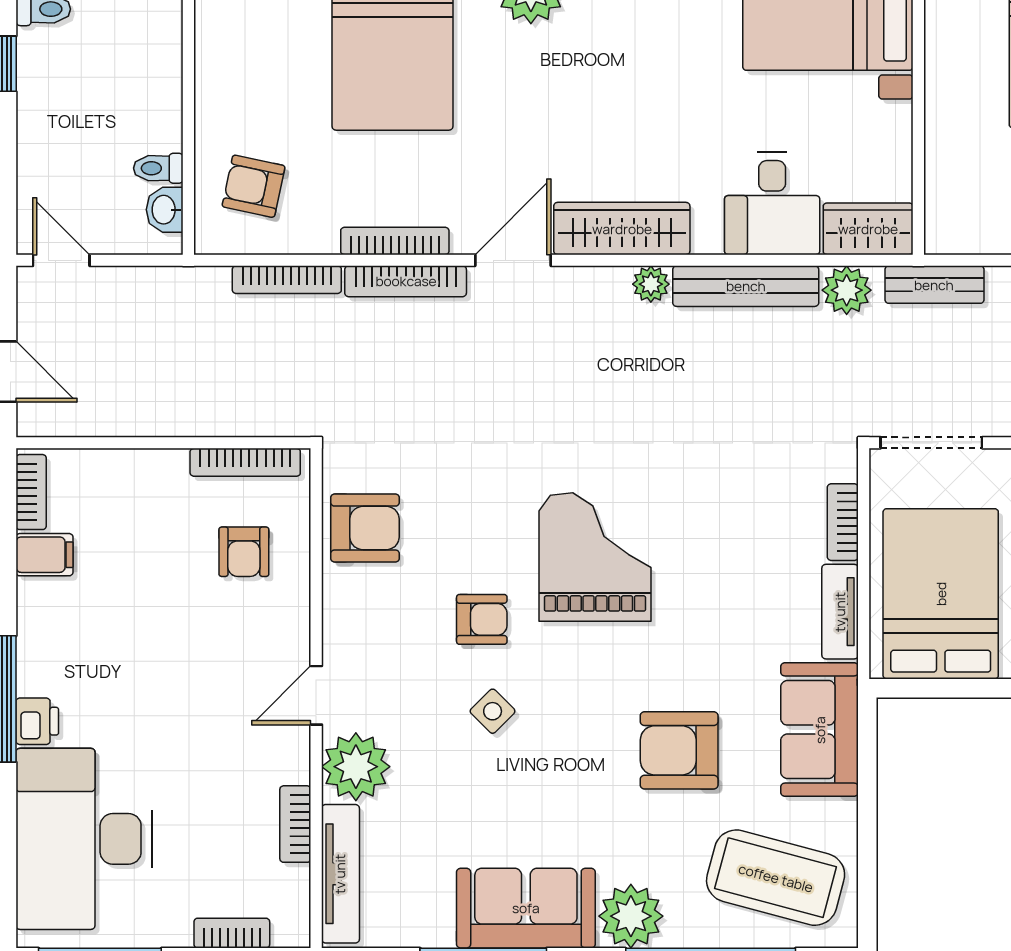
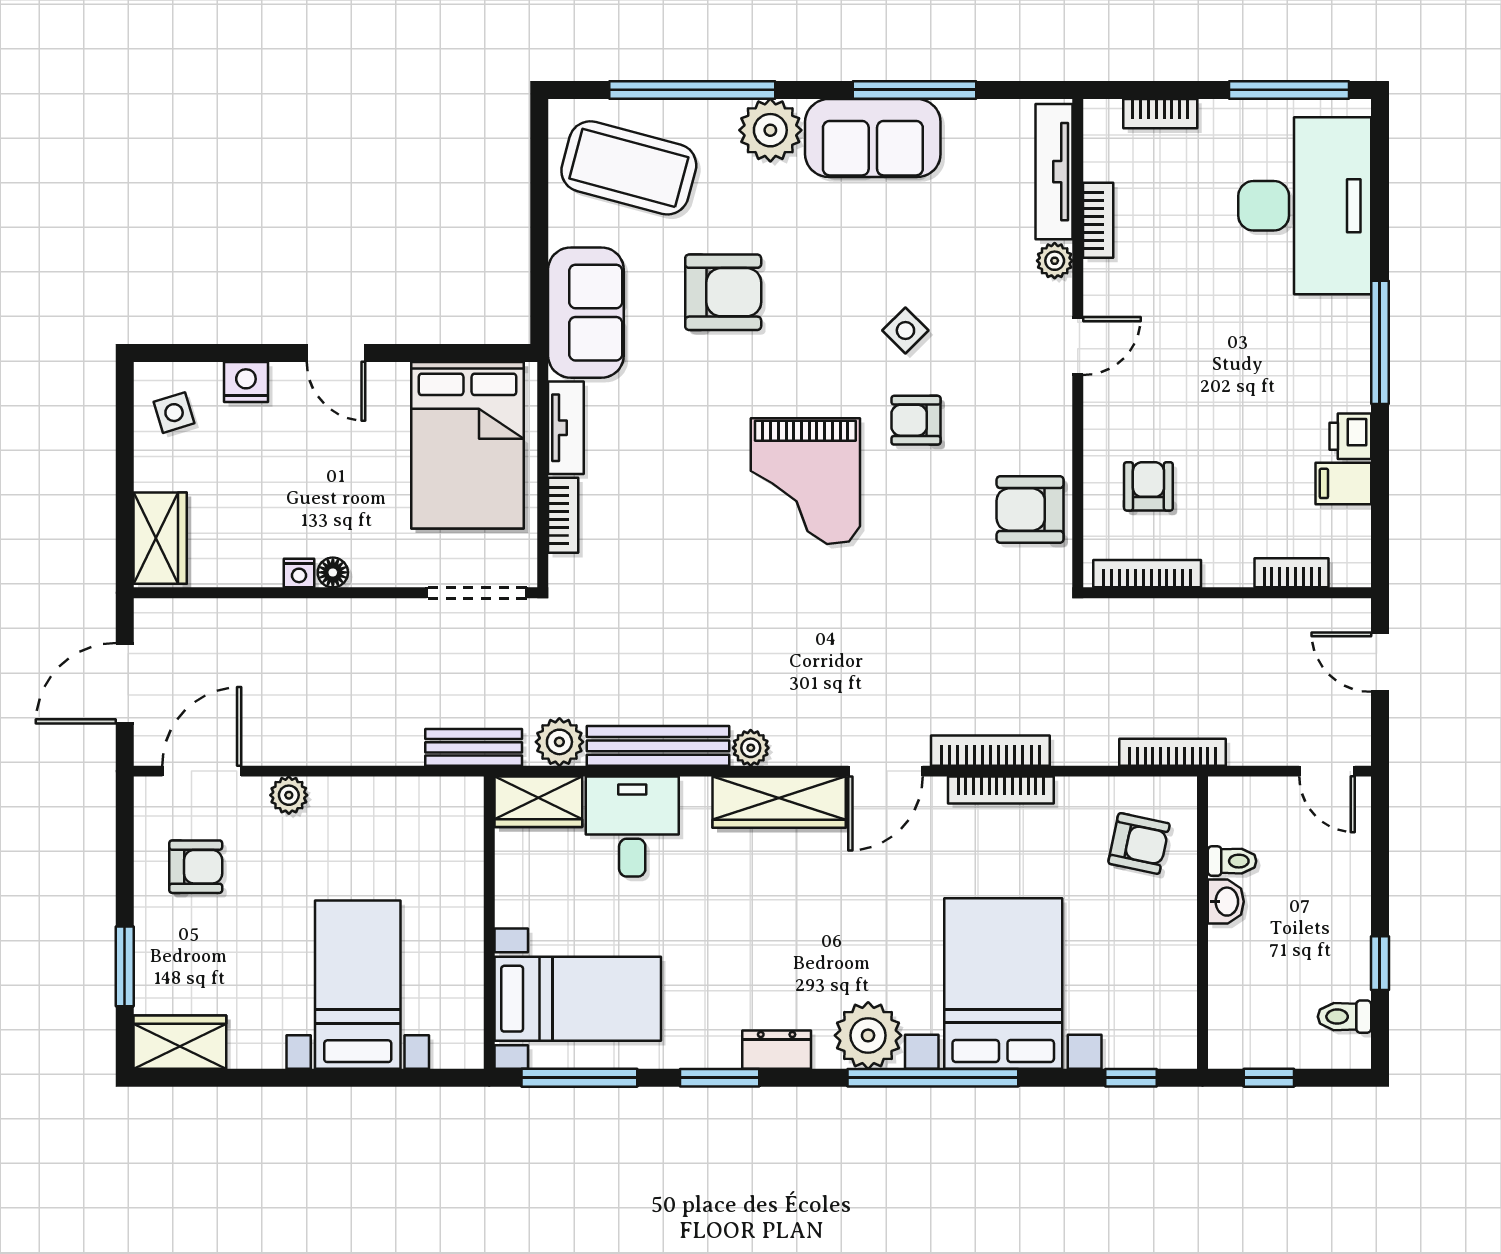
washbasin: (165, 210) -> (1226, 902), moved
bookcase: (287, 280) -> (1173, 752), moved
bookcase: (31, 492) -> (1292, 573), moved, turned 90
printer: (37, 721) -> (1350, 436), moved
plant: (356, 767) -> (1055, 261), width x0.53, depth x0.53

